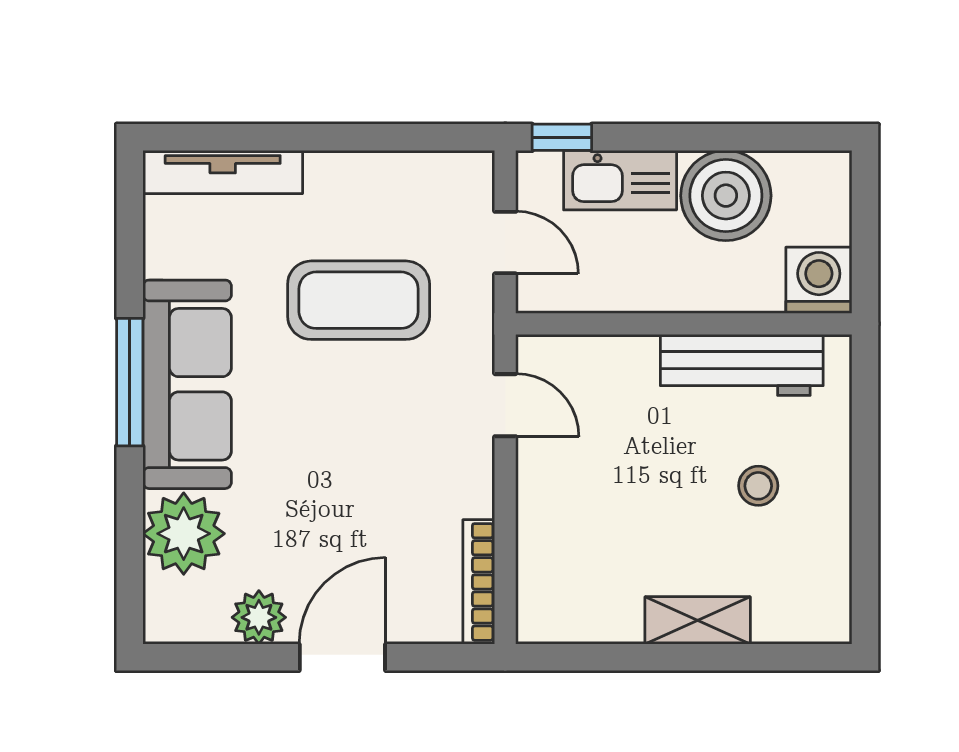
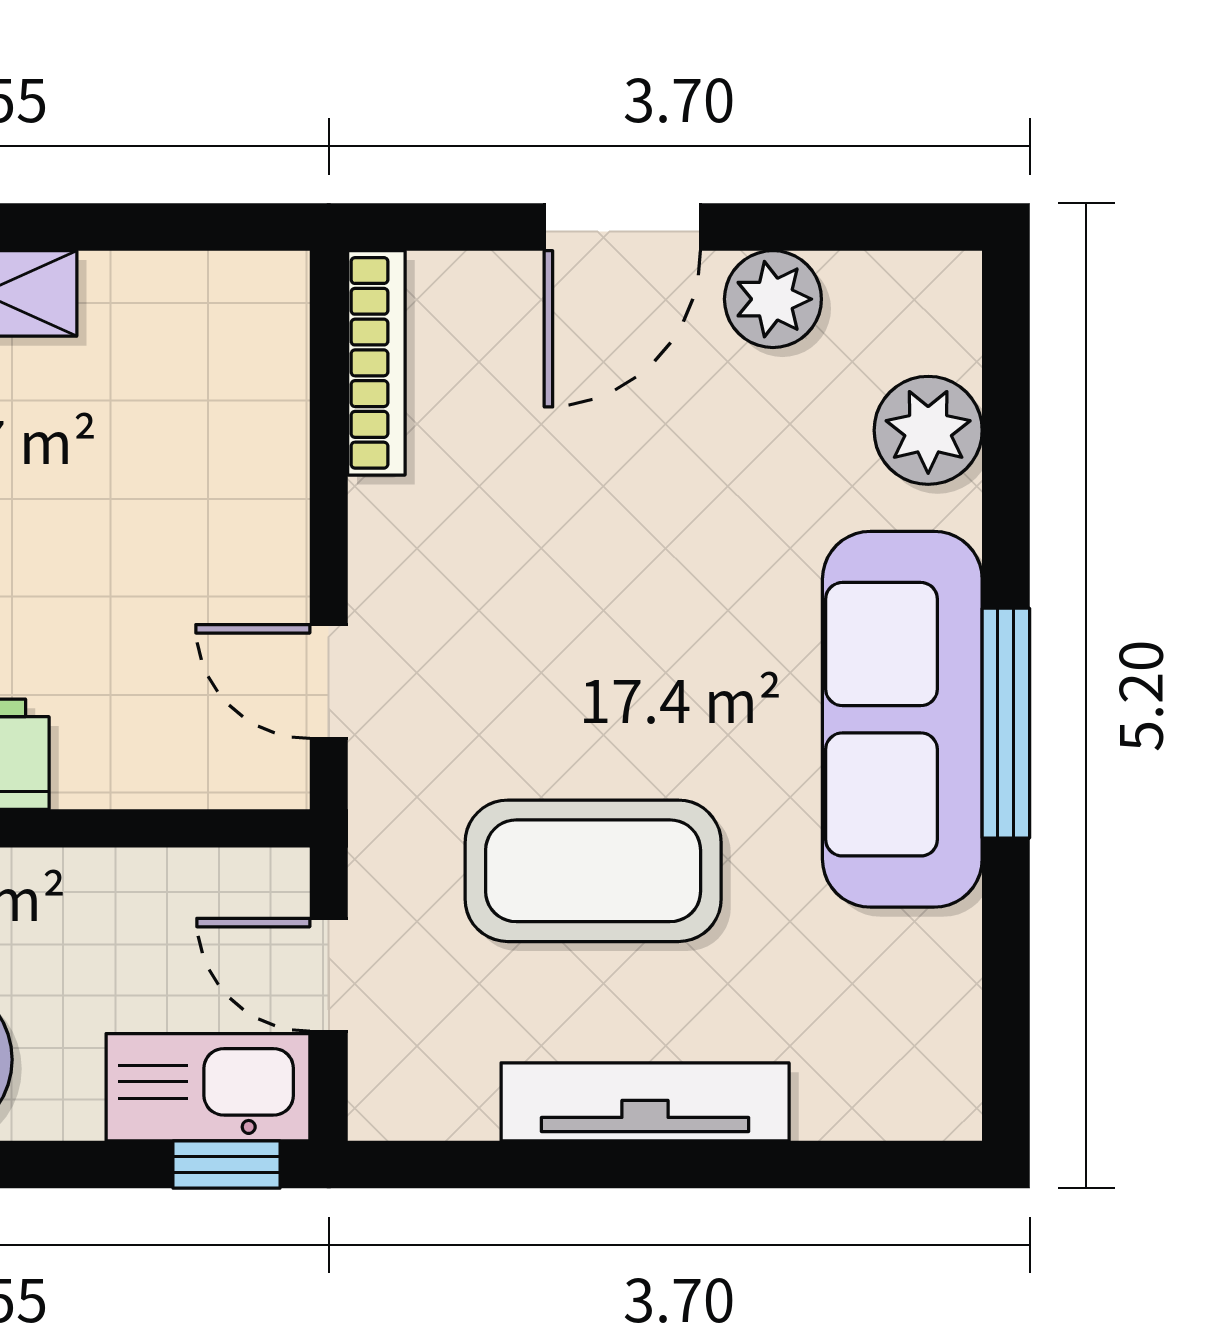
tv unit: (223, 172) -> (645, 1102), moved
kitchen sink: (620, 180) -> (208, 1087), moved
plant: (184, 534) -> (928, 430), width x0.73, depth x0.73

